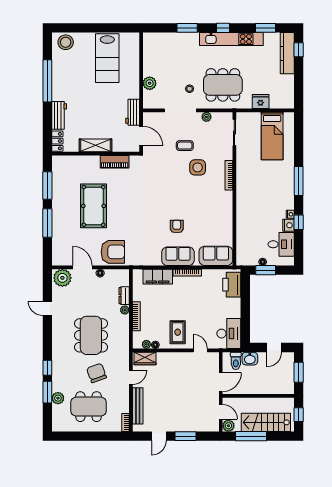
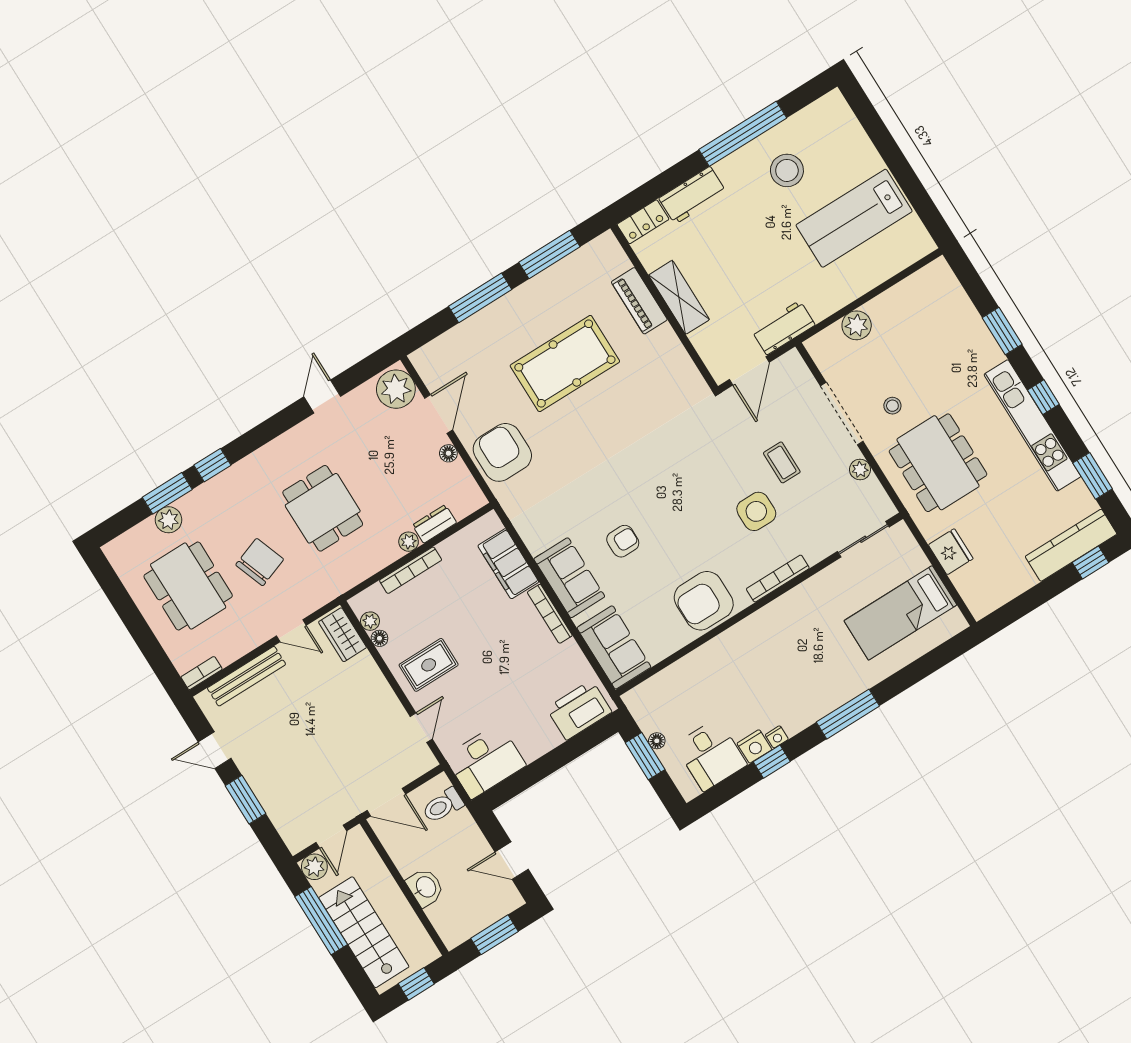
stool: (66, 42) -> (787, 170), moved
piano: (115, 162) -> (639, 301), moved
armchair: (220, 210) -> (704, 601), added
armchair: (113, 252) -> (502, 452), turned 180
dining table: (91, 335) -> (323, 508), width x0.73
washbasin: (250, 359) -> (425, 887), moved, turned 180

